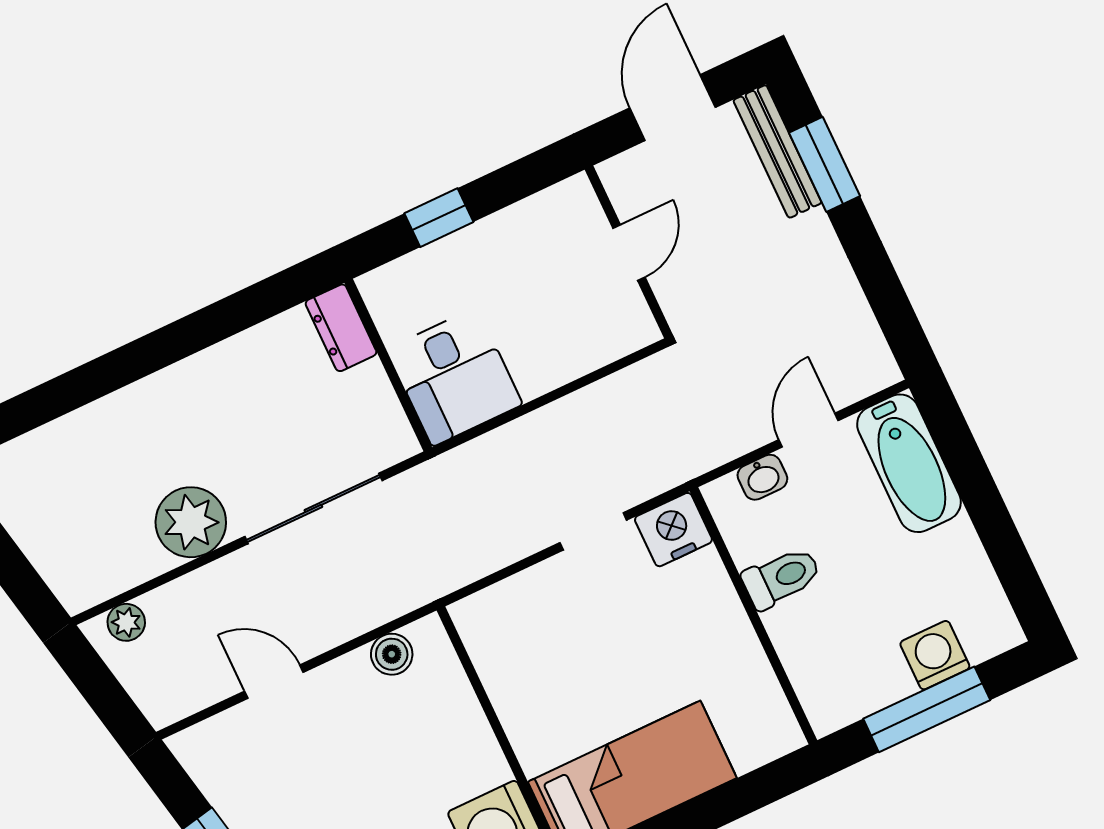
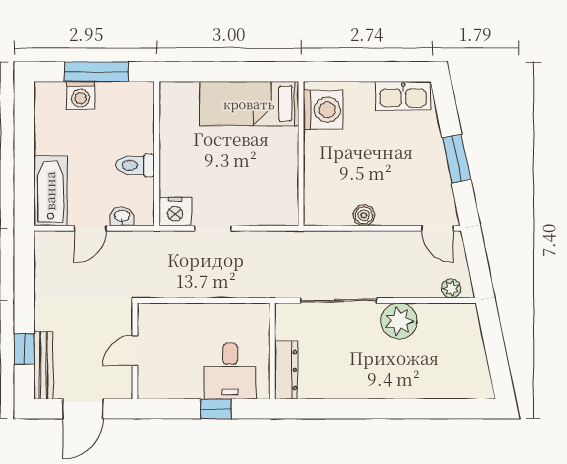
window: (824, 164) -> (24, 349), width x0.67
dresser: (341, 328) -> (286, 370), width x1.44
desk: (455, 377) -> (230, 371), moved, turned 180
boiler: (392, 654) -> (364, 215), moved
door: (274, 682) -> (438, 228), moved

